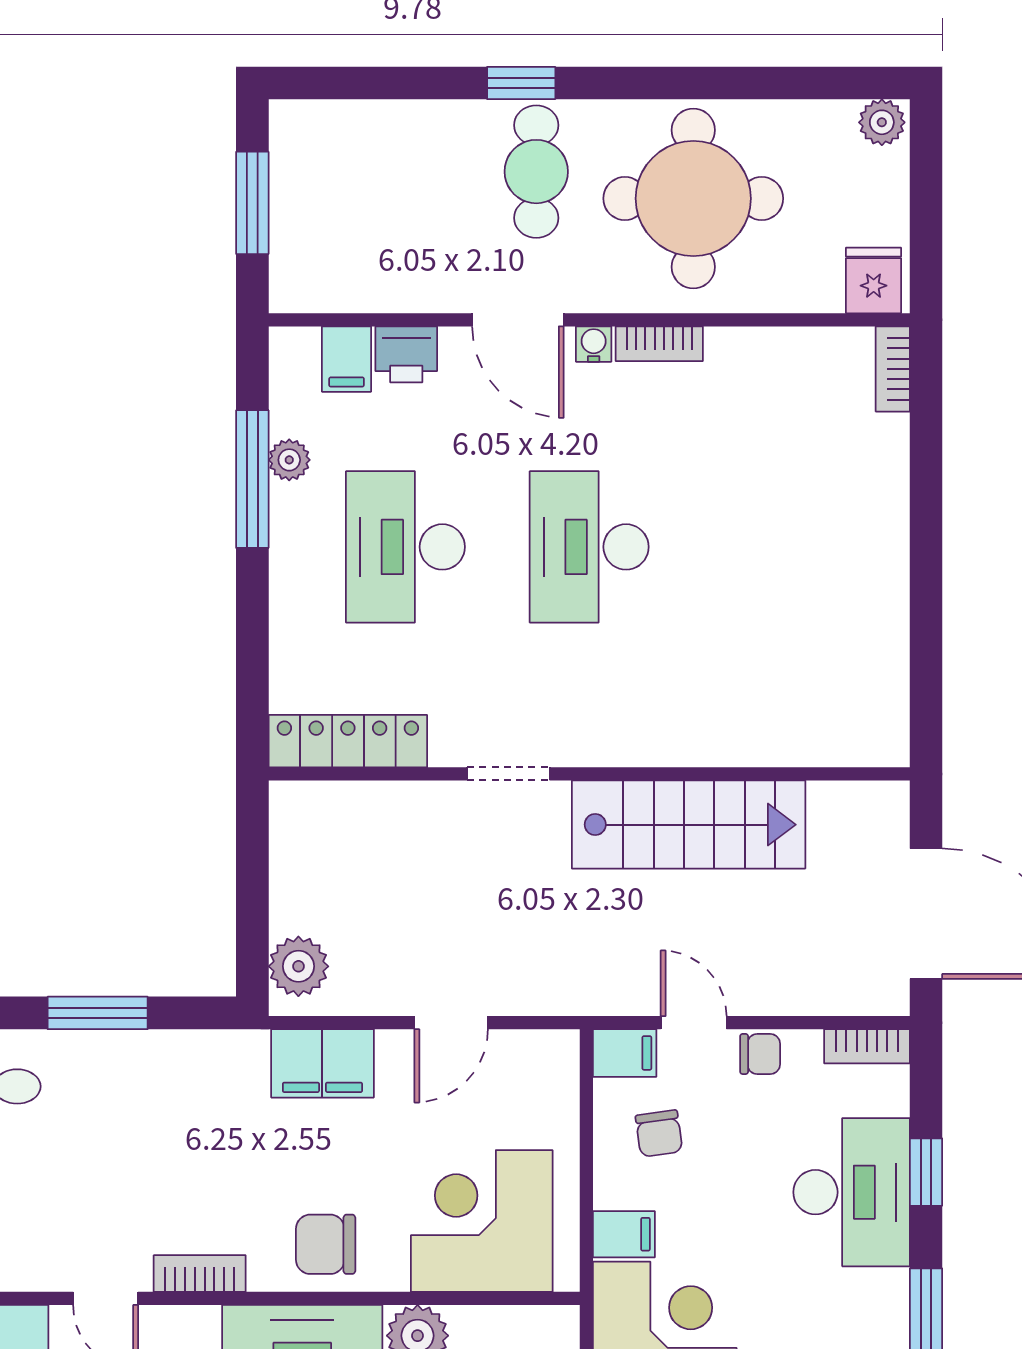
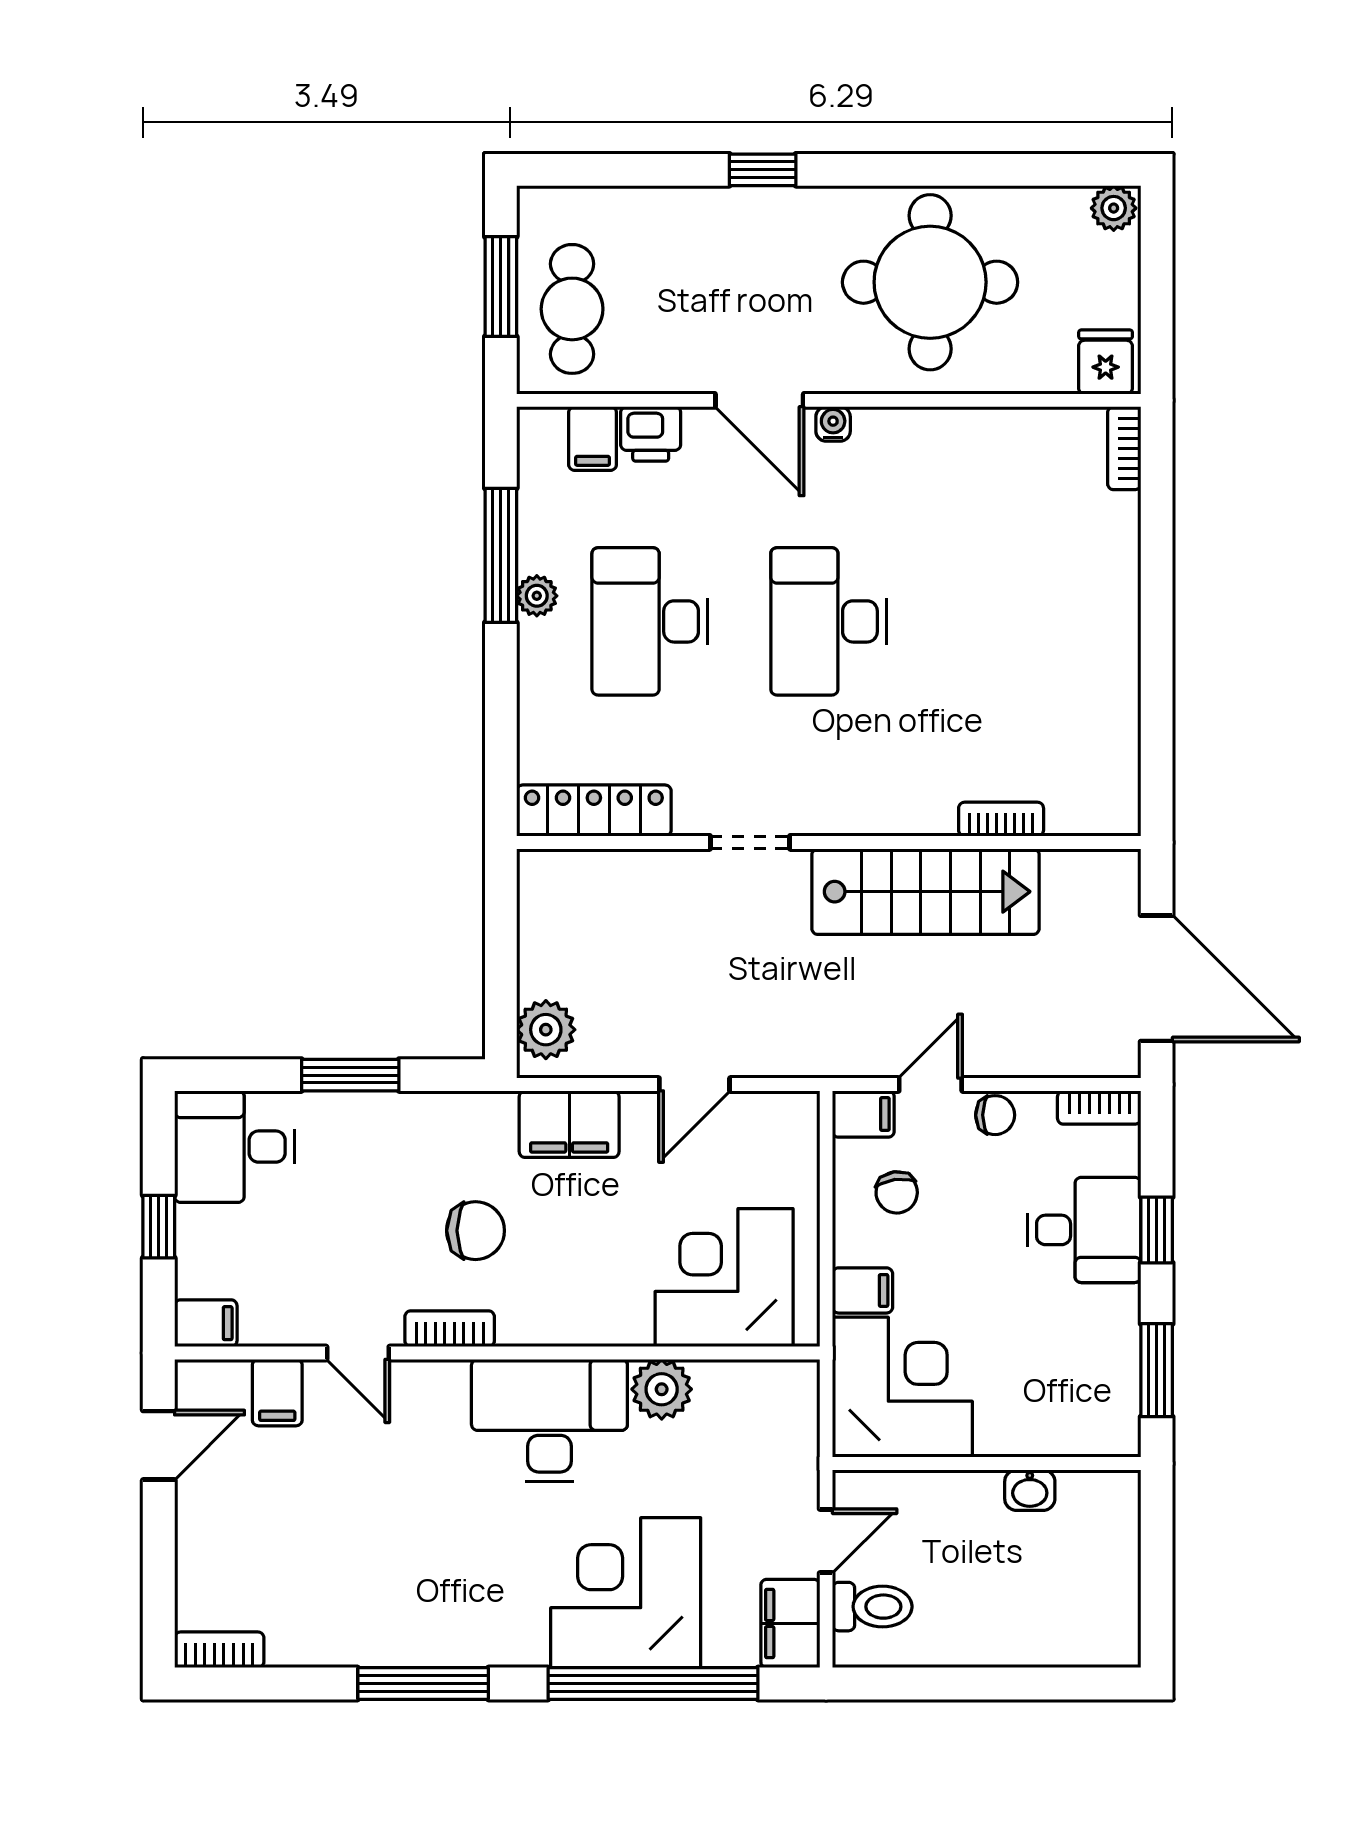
cafe table: (536, 172) -> (572, 309), moved
bookcase: (659, 344) -> (1001, 819), moved, turned 180
plant: (289, 460) -> (537, 596), moved
door: (694, 1023) -> (930, 1085), hinge flipped
desk: (852, 1192) -> (1084, 1230), width x0.73
chair: (326, 1244) -> (475, 1231), moved, turned 180

